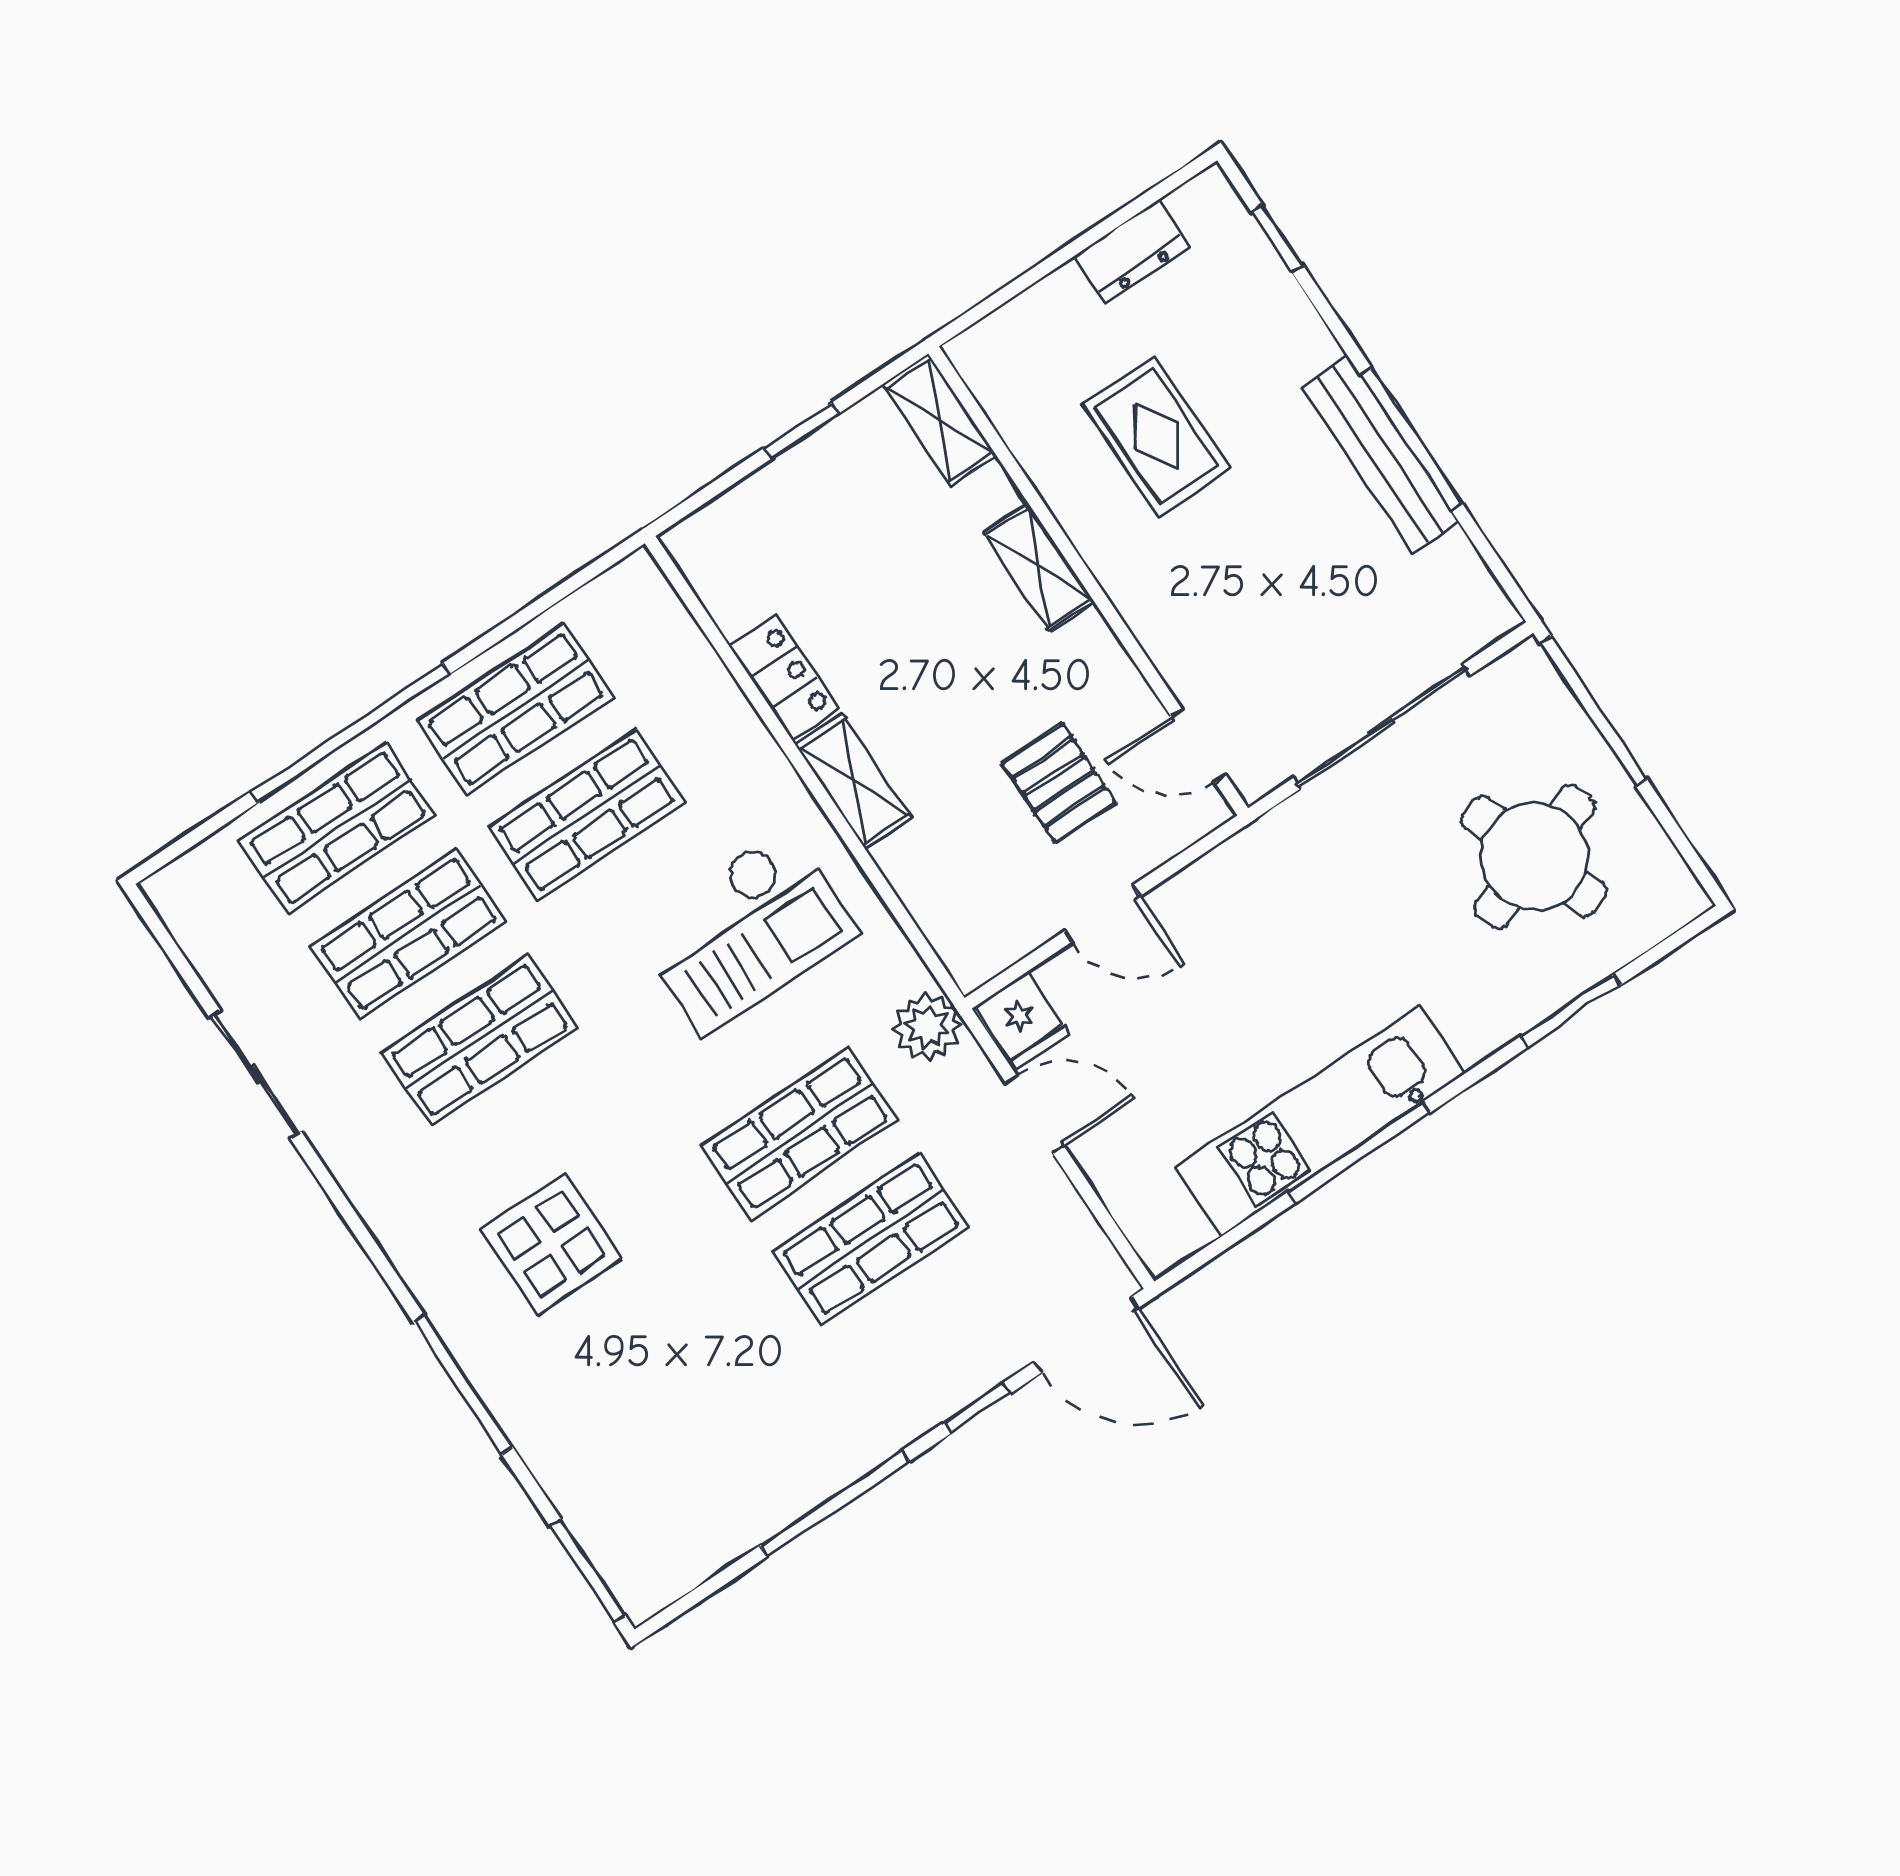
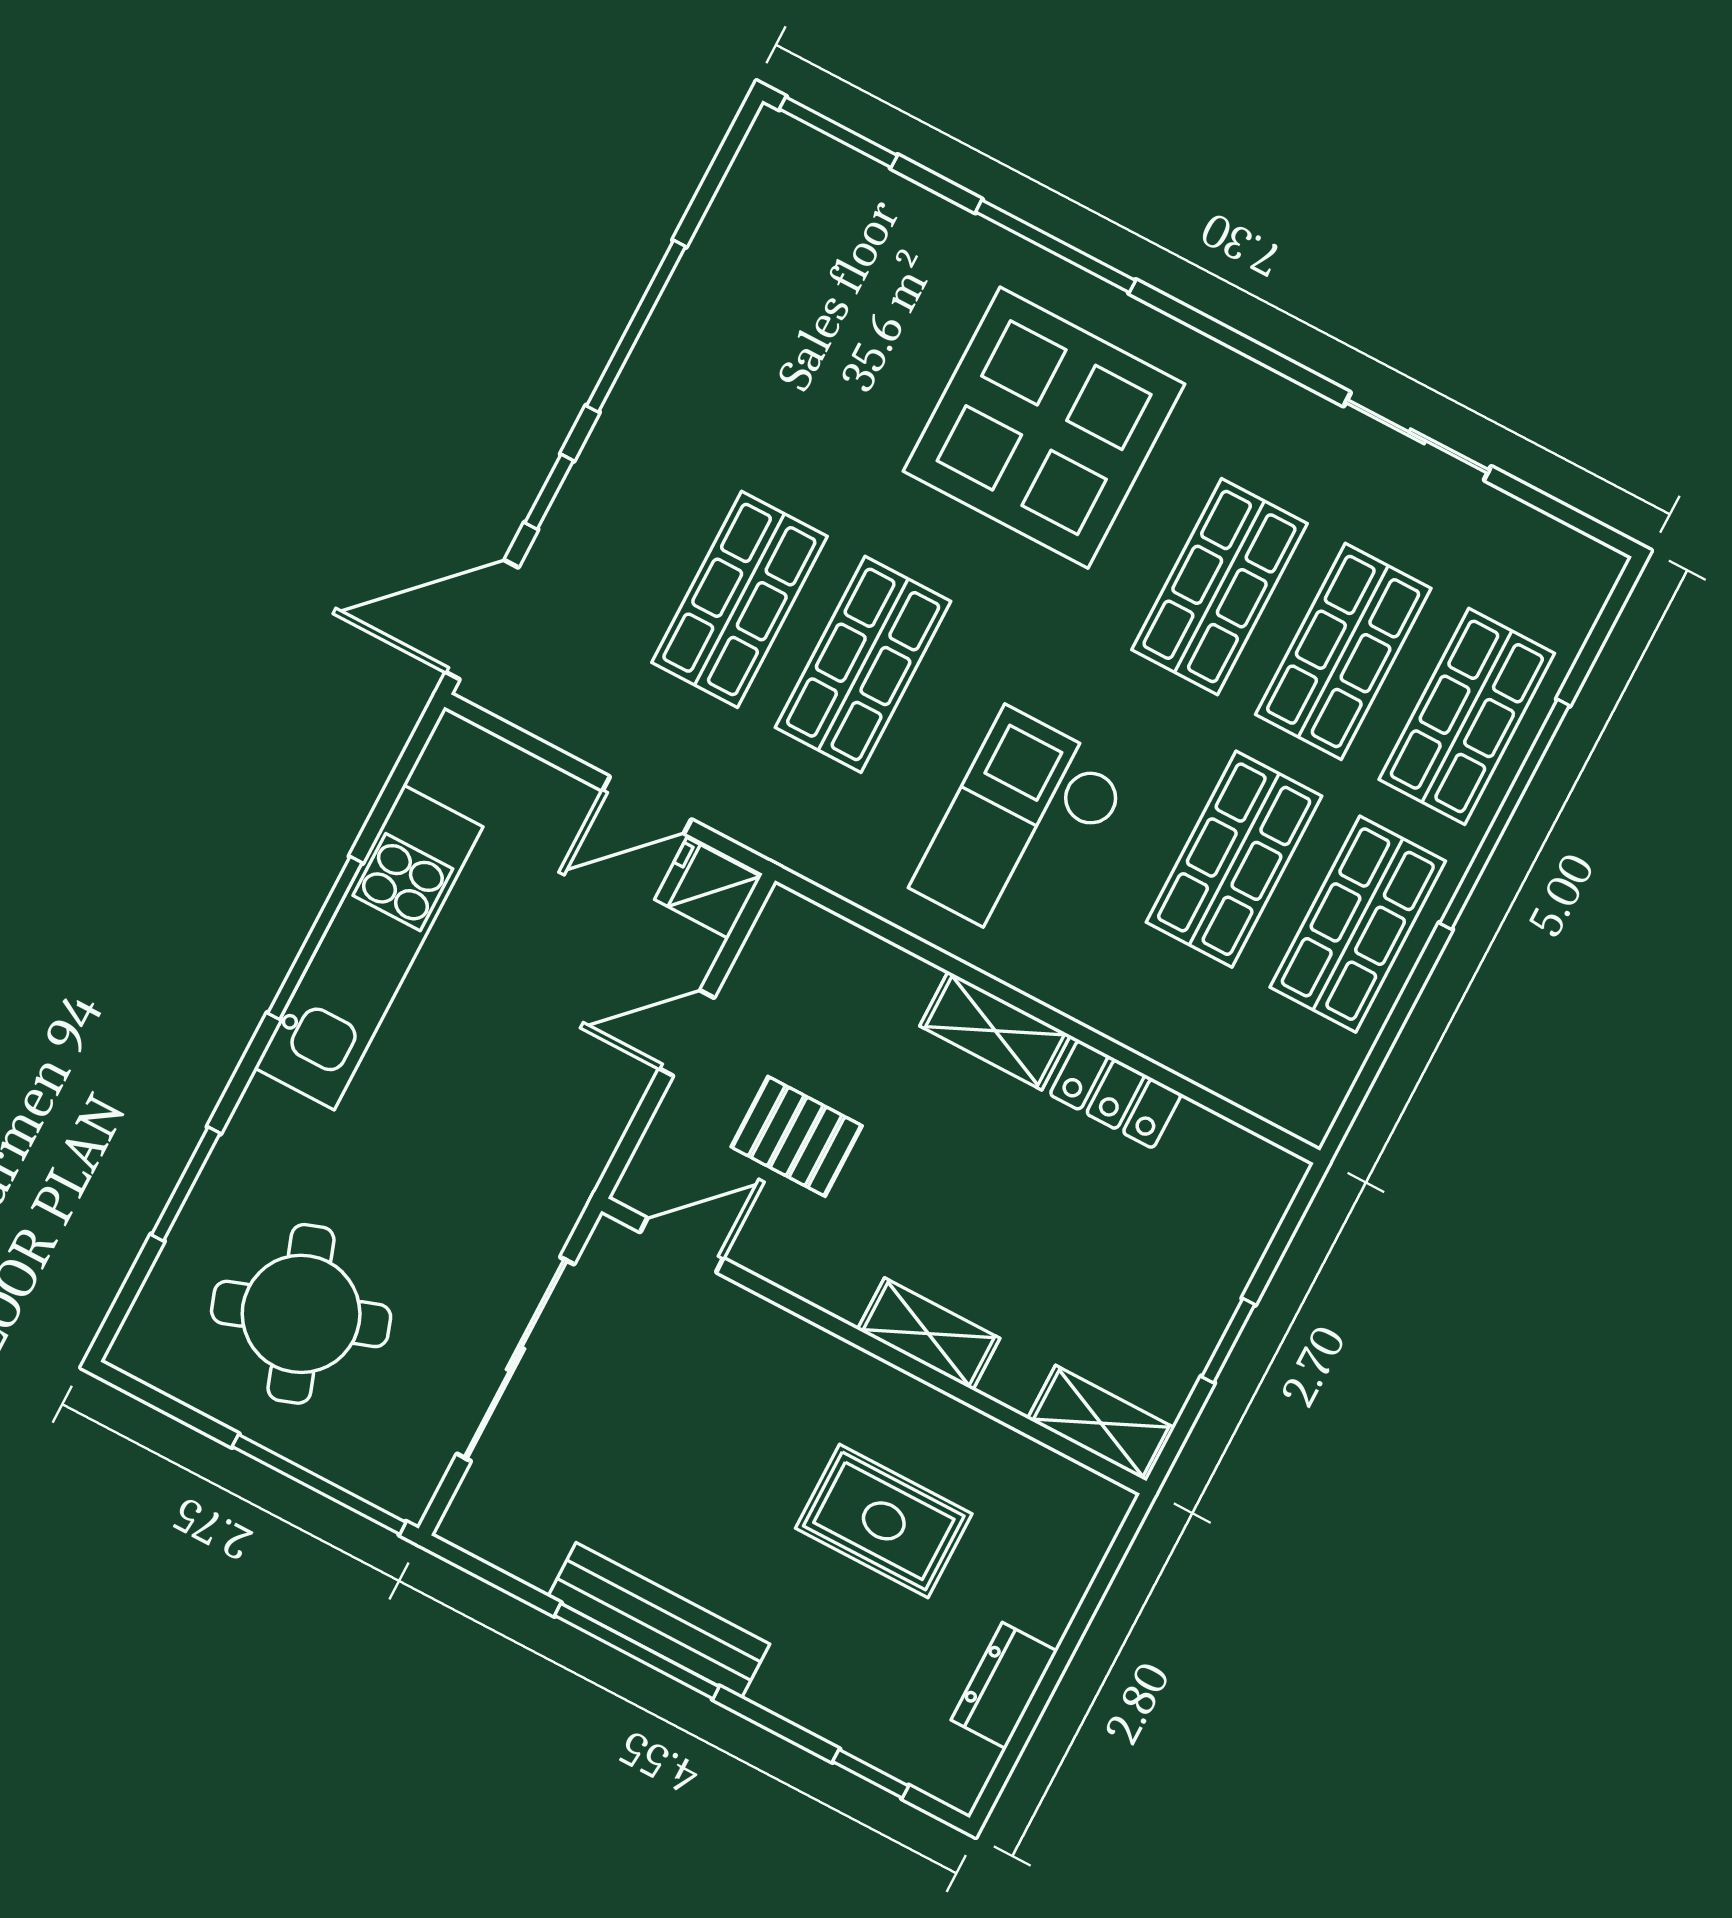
plant: (927, 1027) -> (796, 833), removed
display table: (551, 1244) -> (1044, 428), width x1.86, depth x1.86

